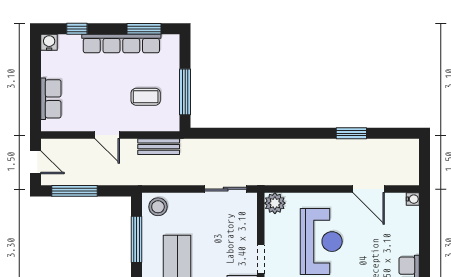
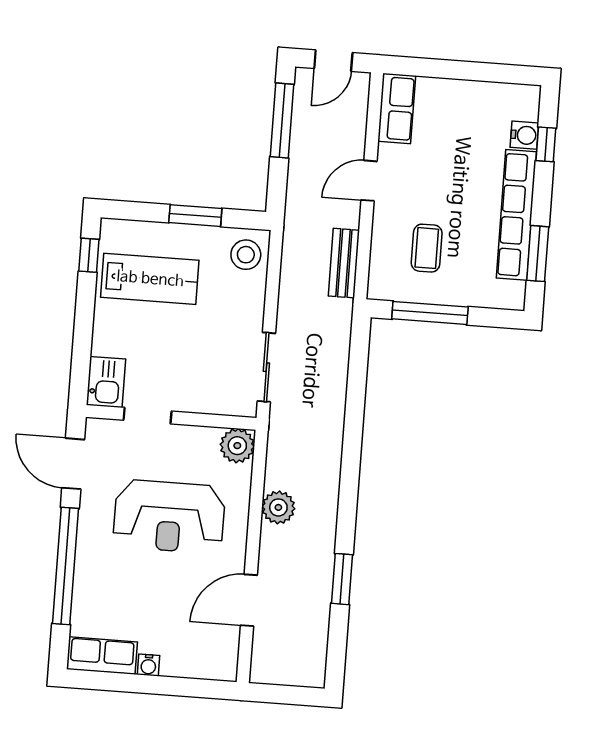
water cooler: (49, 42) -> (524, 135), moved
row of seats: (51, 99) -> (397, 108), moved, turned -90
plant: (311, 175) -> (278, 507), added
water cooler: (413, 199) -> (148, 665), moved
window: (136, 239) -> (195, 216), width x0.69

